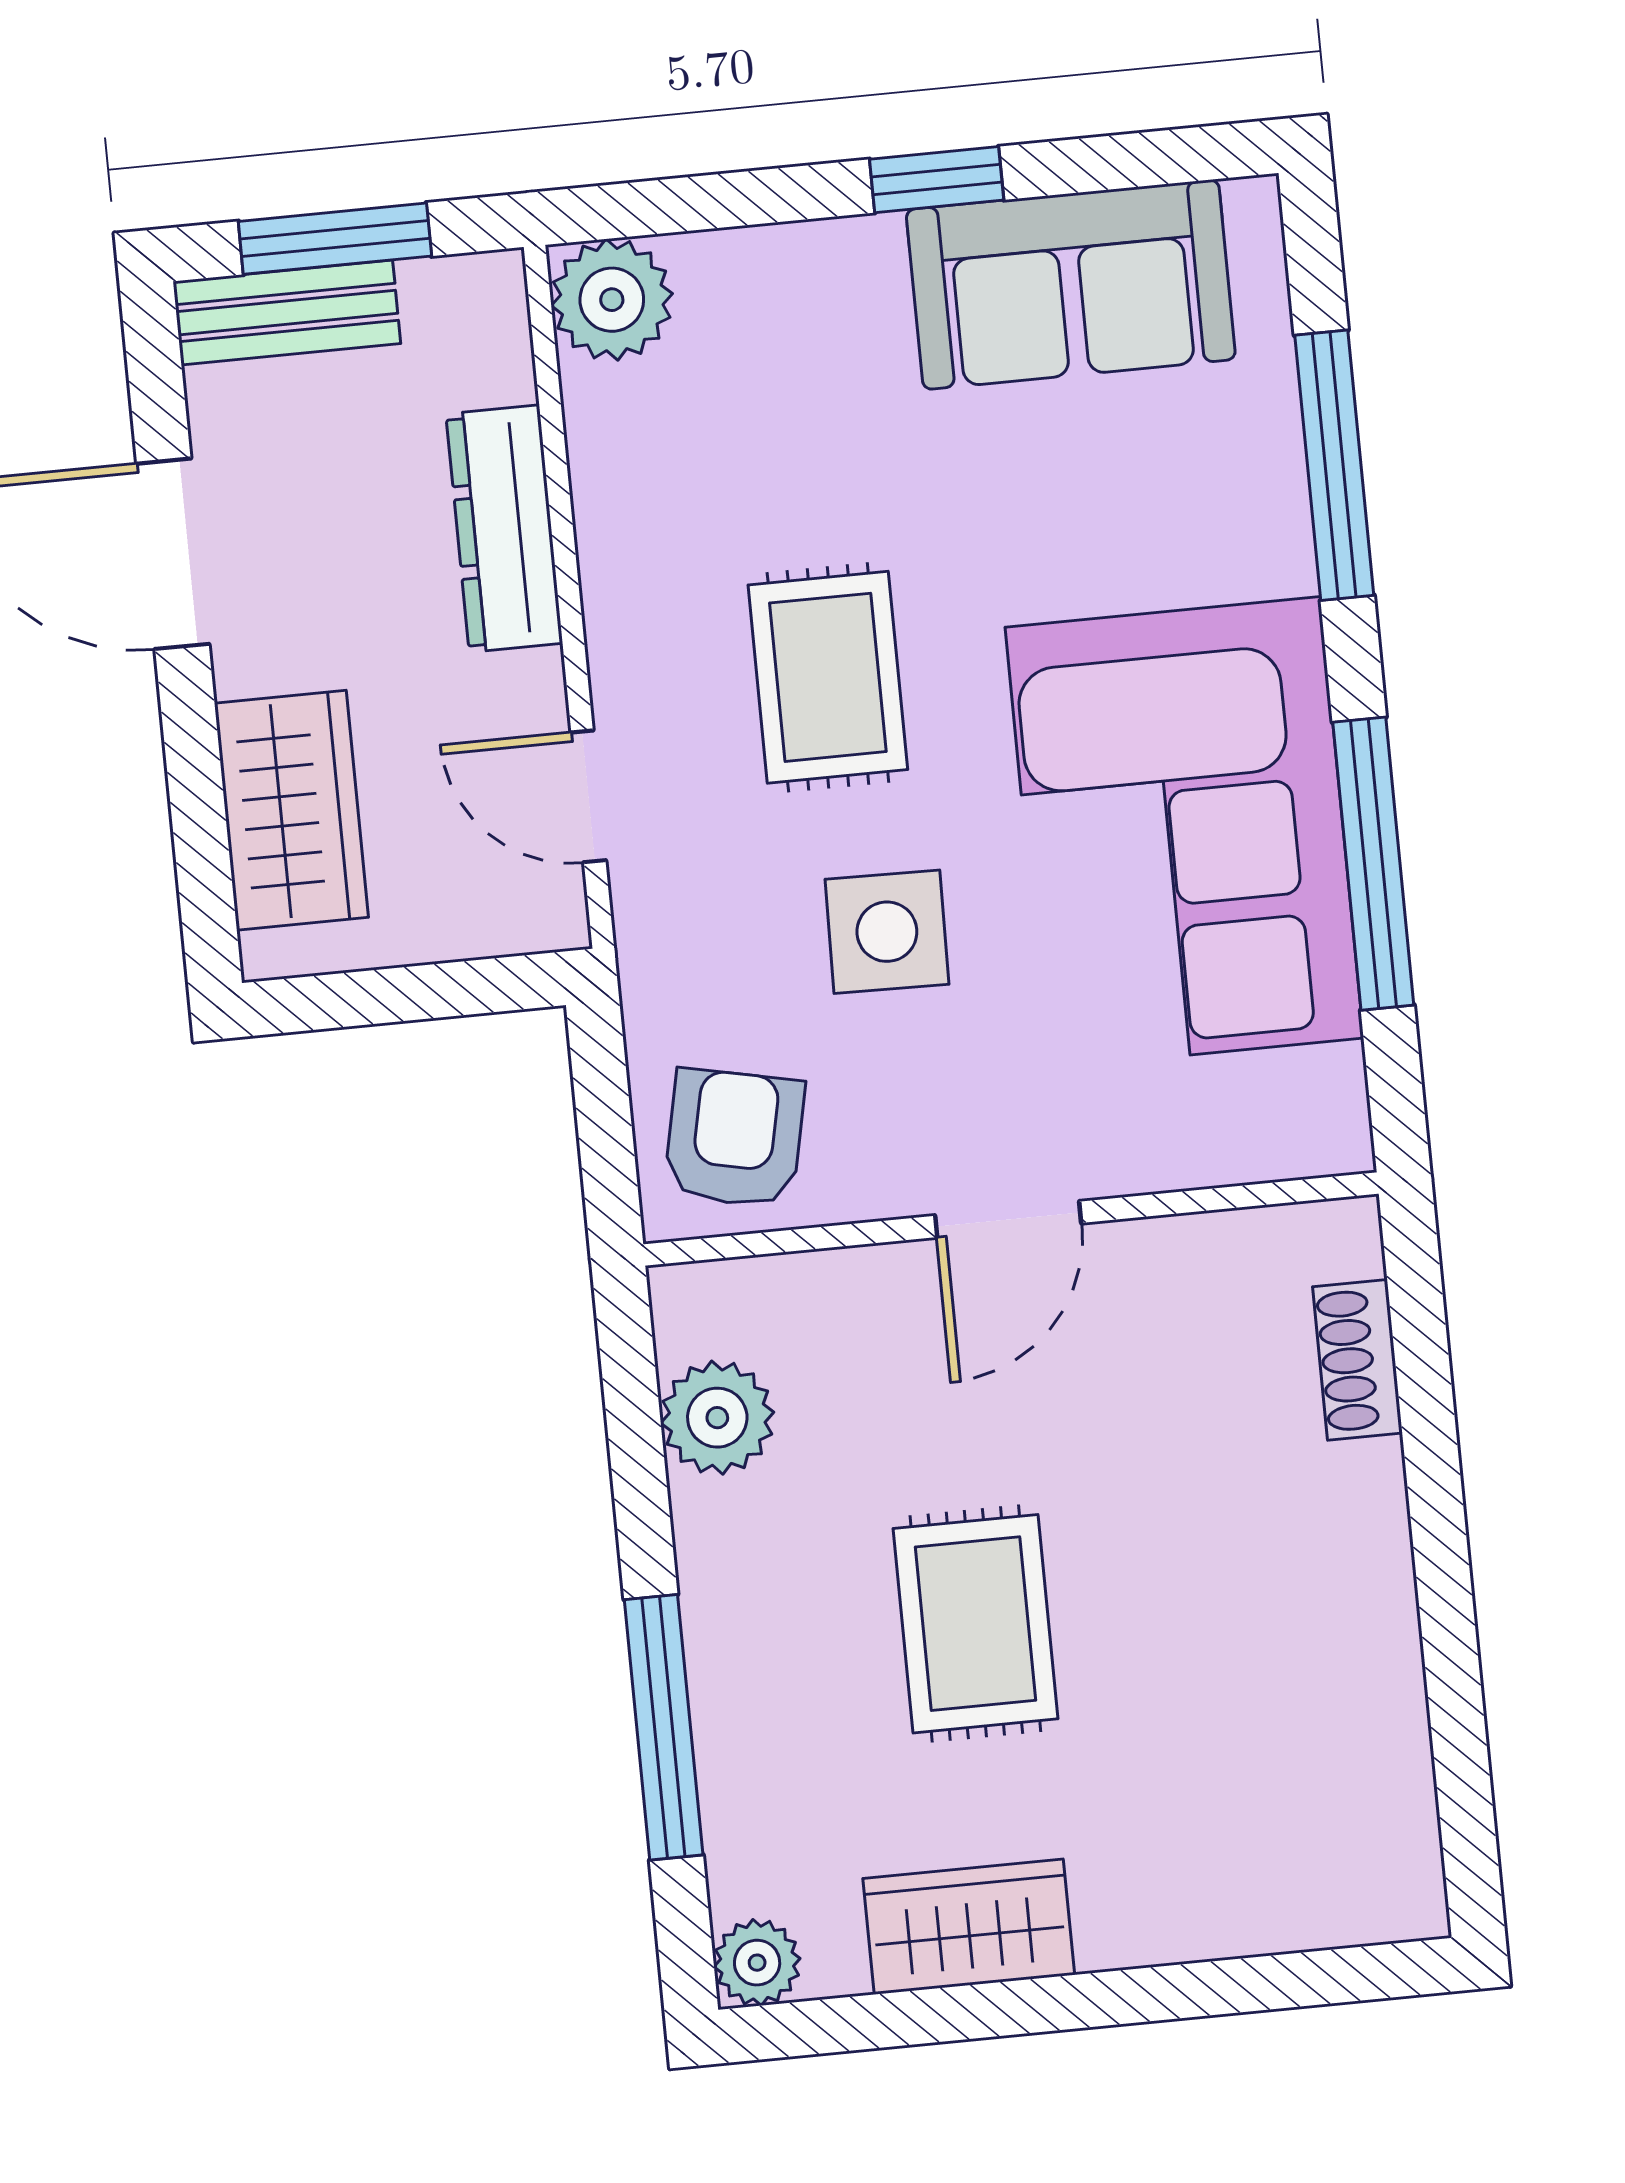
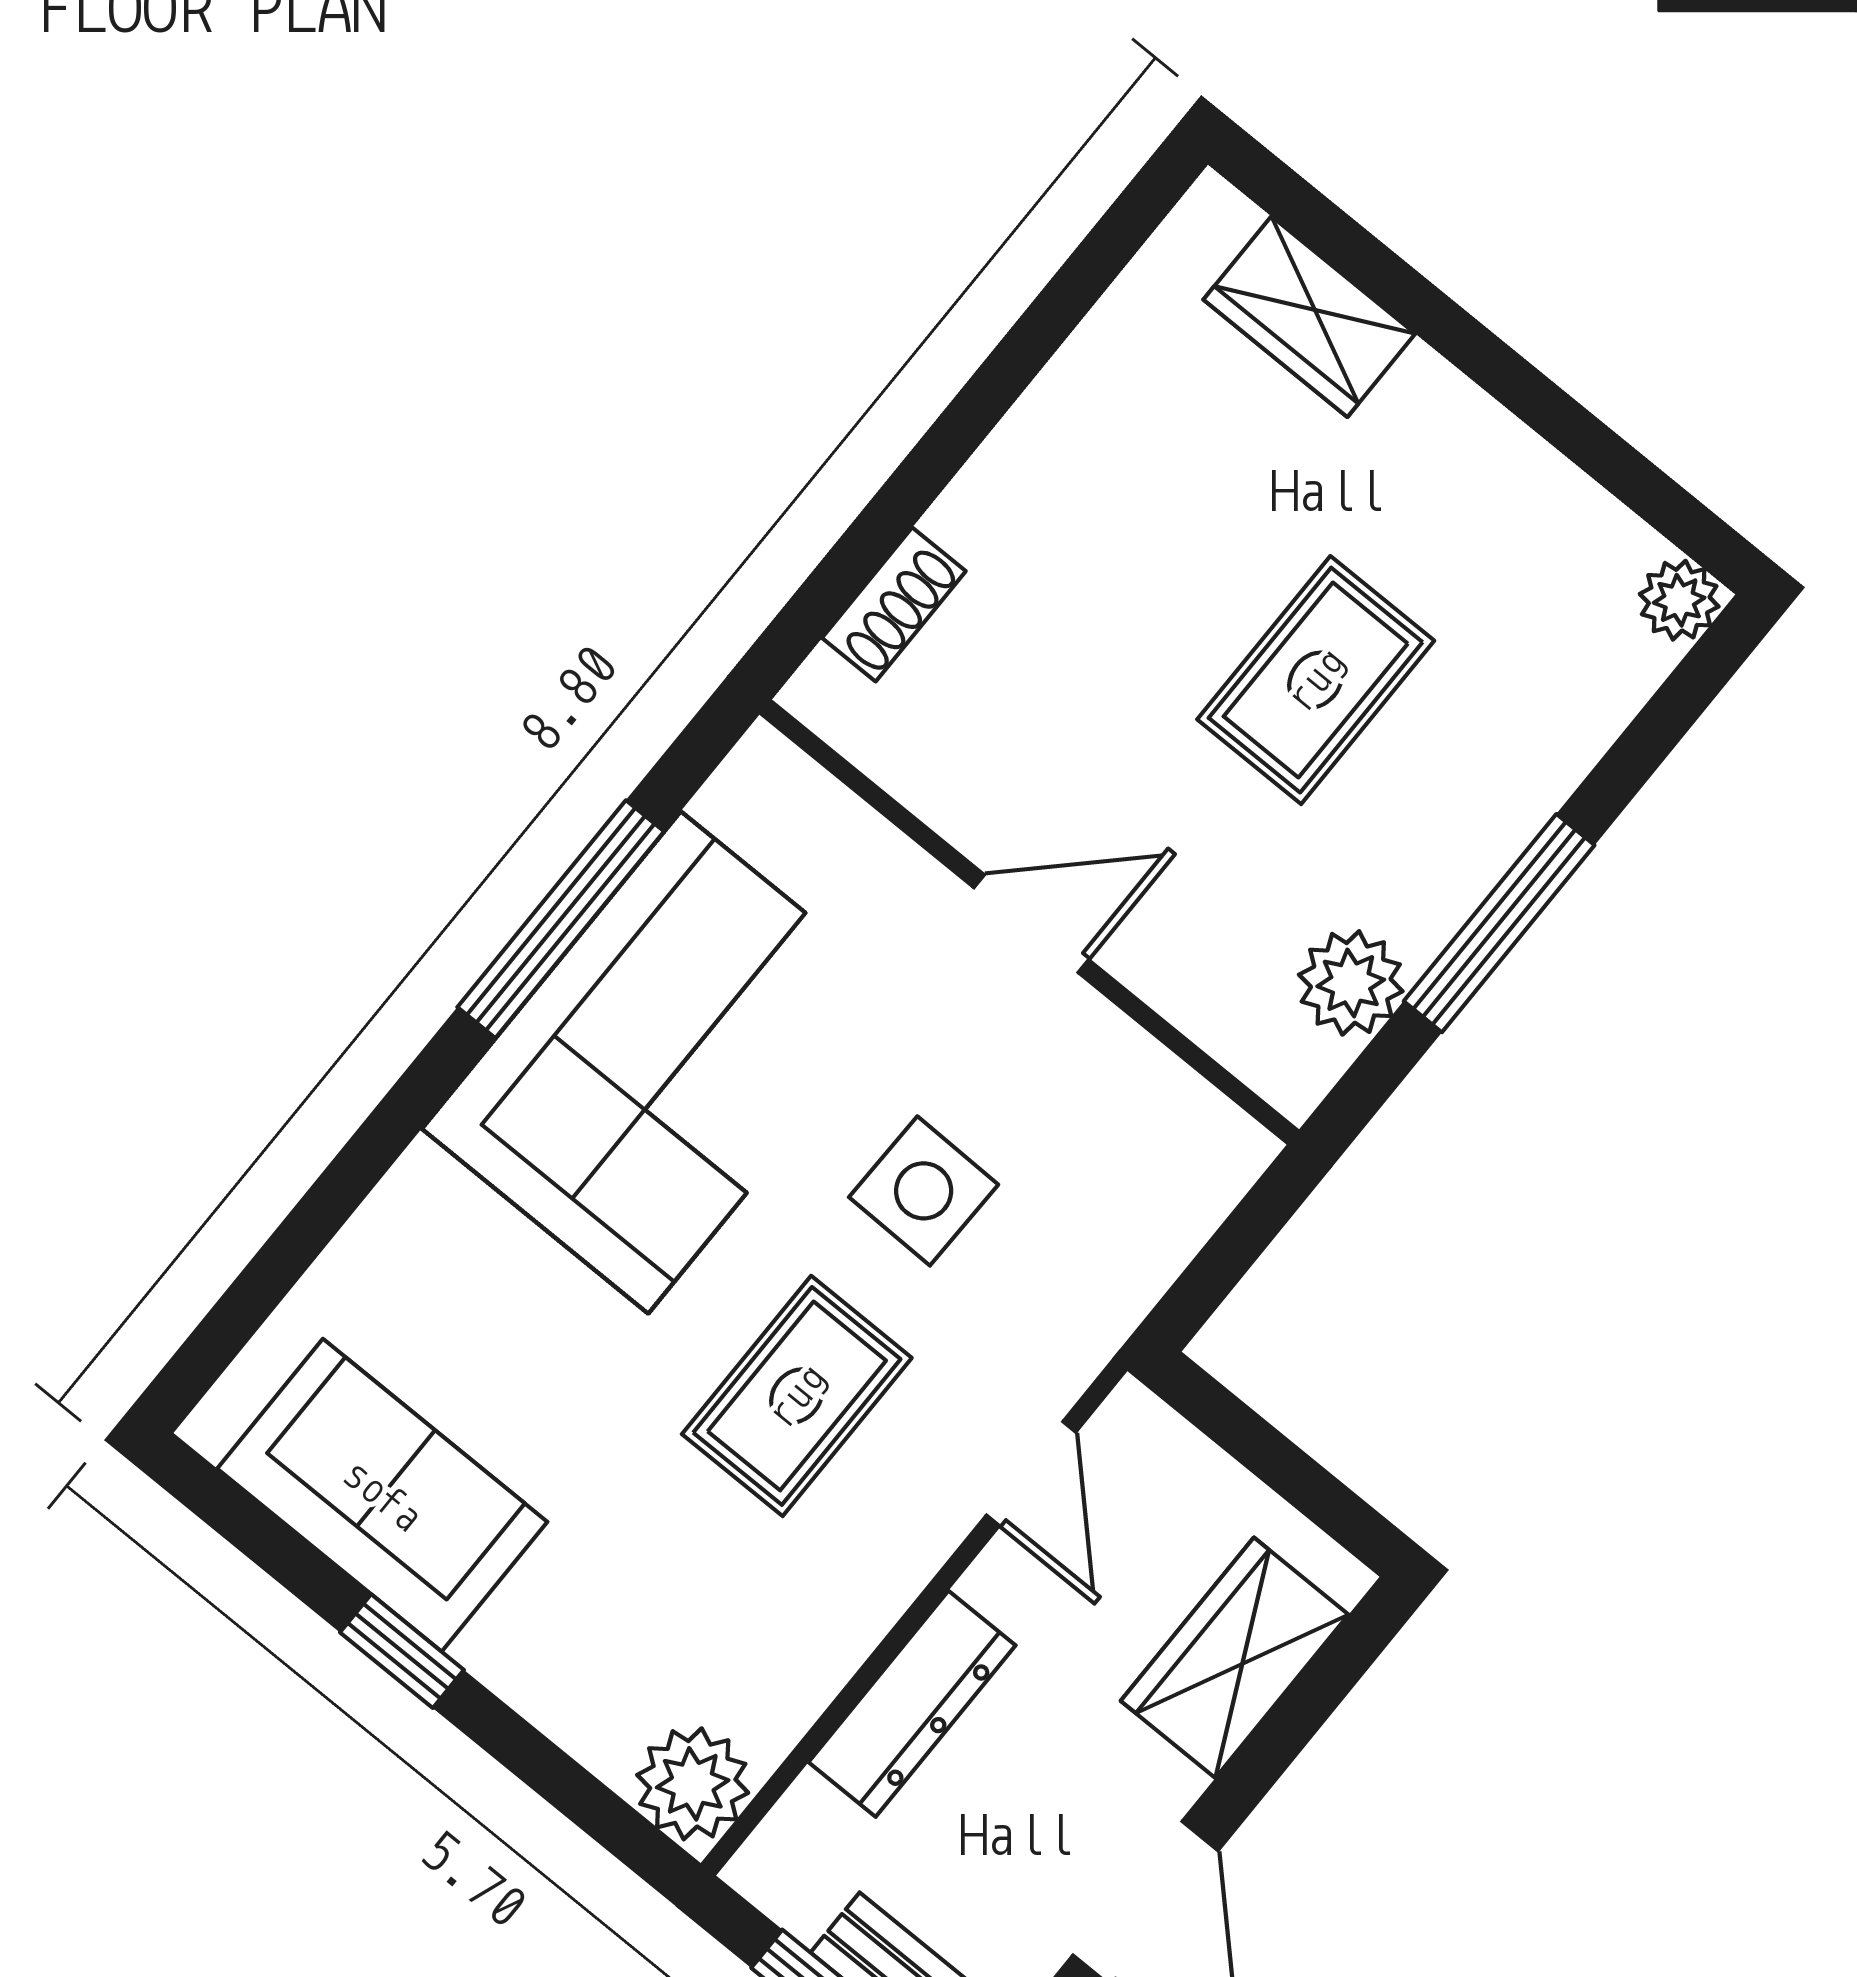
window: (1334, 465) -> (327, 1205), removed
armchair: (734, 1138) -> (1158, 1155), removed
window: (664, 1727) -> (1499, 923), moved
wardrobe: (969, 1927) -> (1309, 317), moved

